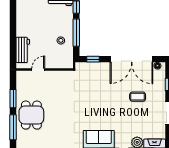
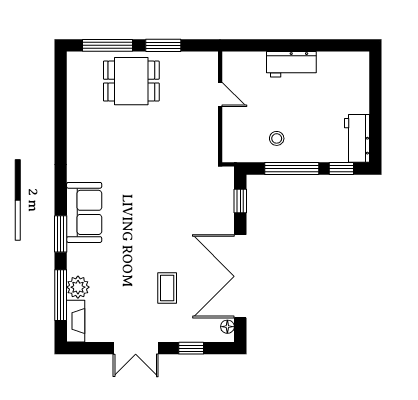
workbench: (23, 50) -> (291, 64), moved

